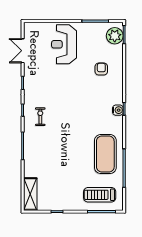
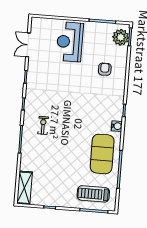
water cooler: (118, 110) -> (117, 126), moved
exercise bike: (40, 117) -> (43, 125), moved

